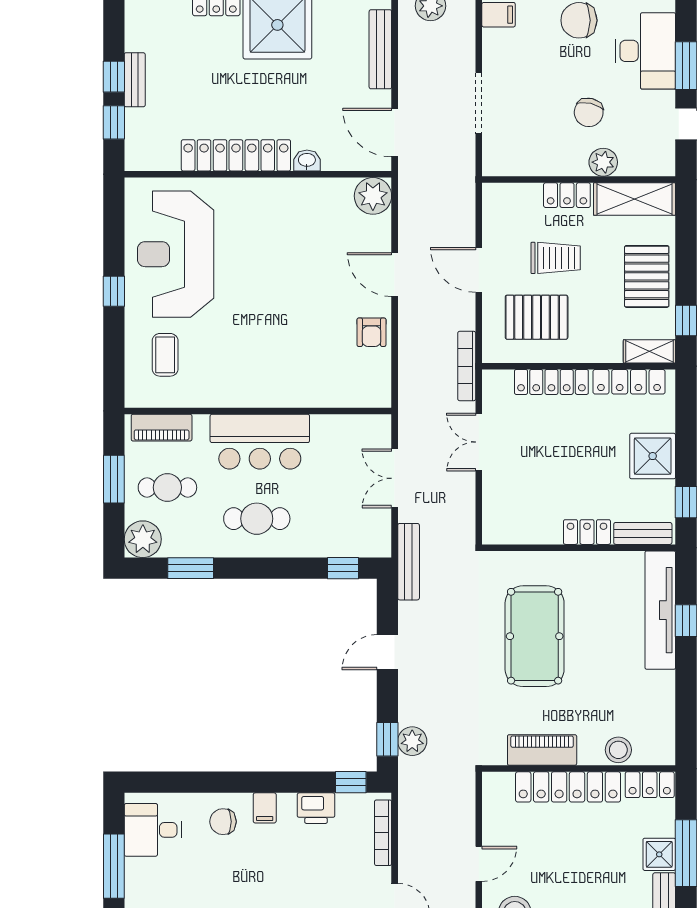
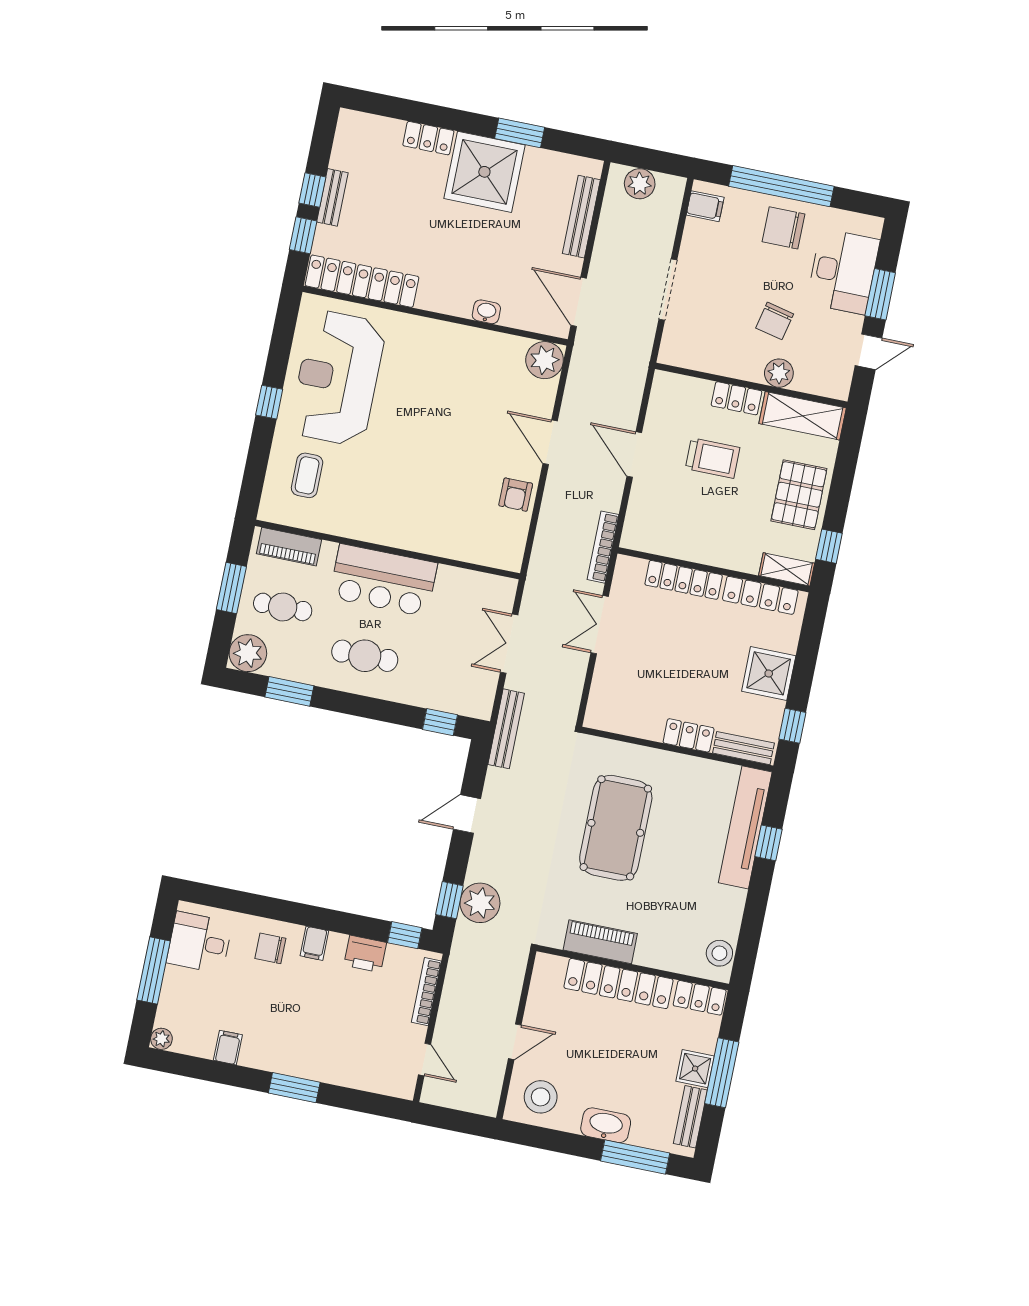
locker: (236, 155) -> (362, 281), moved
pallet: (537, 317) -> (682, 513), removed
plant: (412, 741) -> (480, 903), width x1.36, depth x1.36
stool: (618, 750) -> (719, 953), moved

